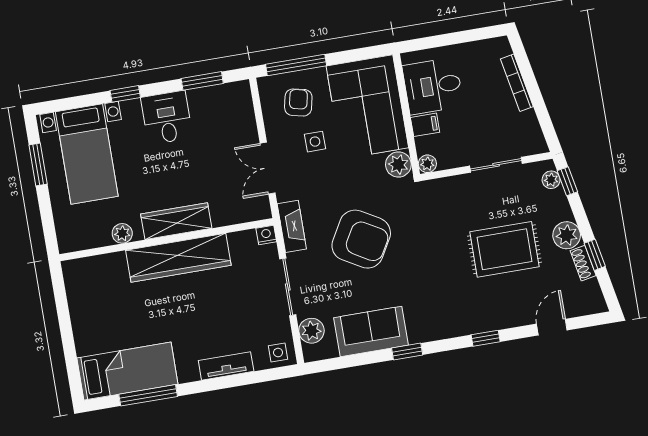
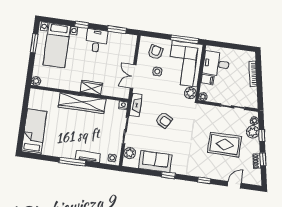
window: (296, 65) -> (184, 39), moved
window: (567, 181) -> (262, 136), moved
wardrobe: (176, 221) -> (91, 88), width x0.67
plant: (122, 233) -> (36, 81), moved
plant: (567, 235) -> (253, 132), moved
armchair: (361, 239) -> (164, 120), width x0.53, depth x0.53
bed: (127, 371) -> (34, 132), moved, turned -90
window: (148, 395) -> (72, 162), moved

